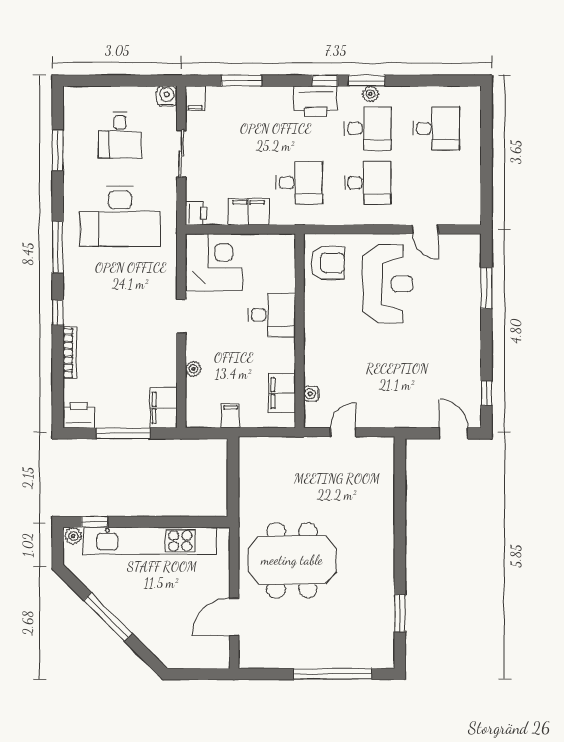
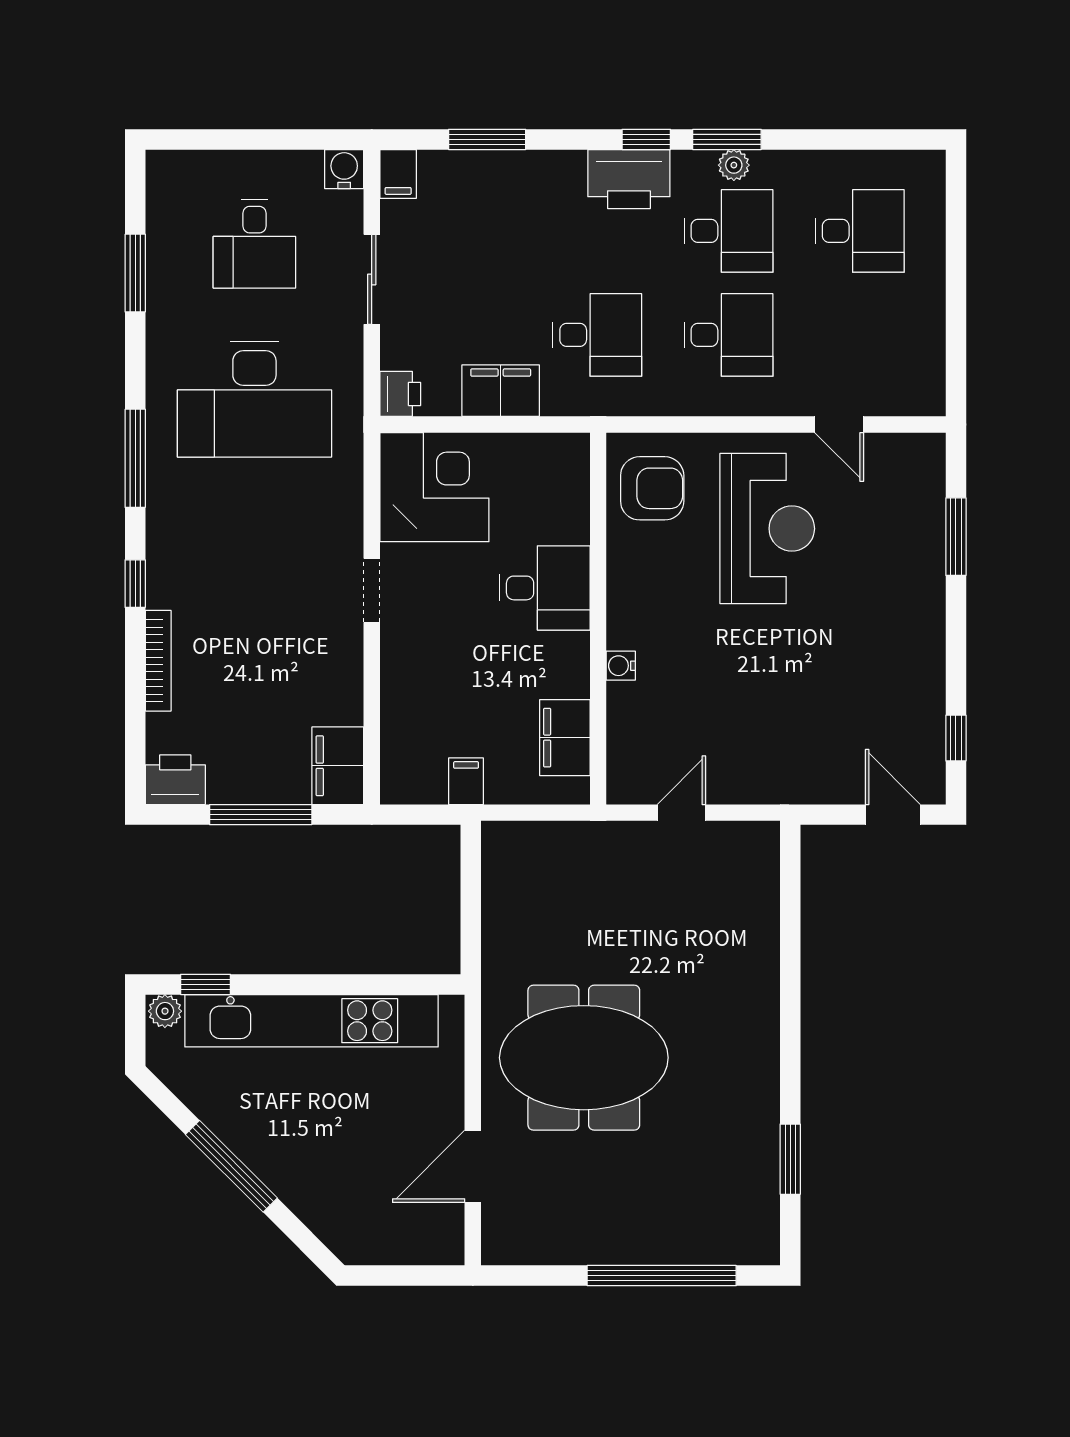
plant: (193, 369) -> (395, 691), removed
water cooler: (311, 394) -> (621, 666), moved

